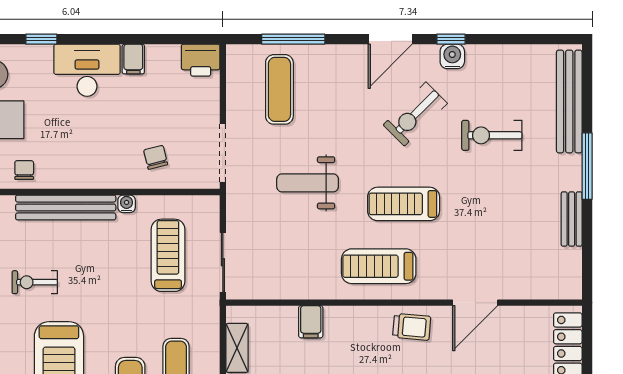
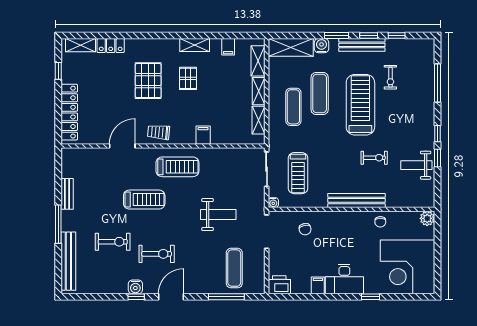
exercise bike: (415, 114) -> (157, 254), turned 45
water cooler: (127, 204) -> (273, 203), moved
treadmill: (404, 204) -> (144, 200), moved
filing cabinet: (311, 322) -> (203, 135), moved

